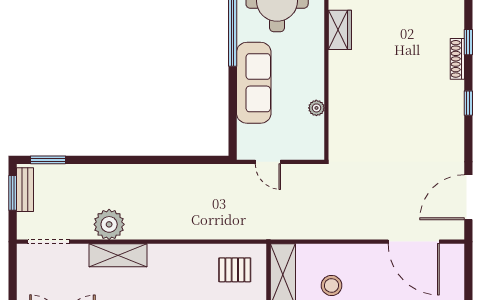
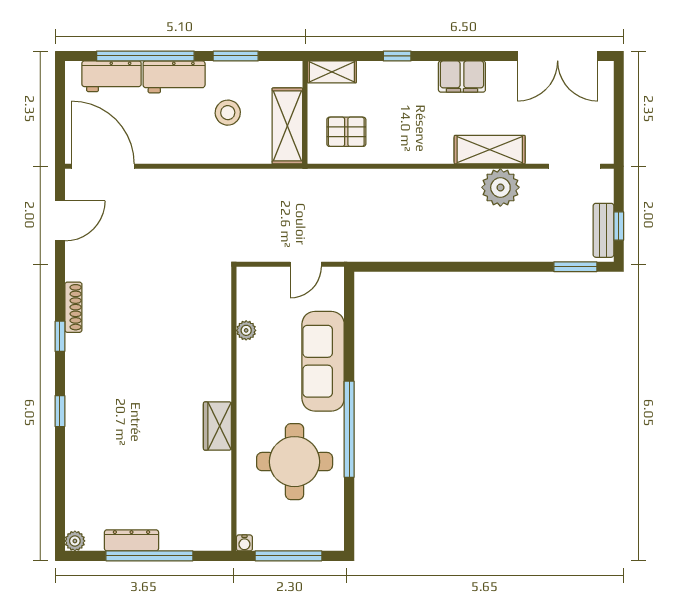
shoe rack: (457, 59) -> (73, 307), moved
door: (268, 162) -> (306, 264), swing flipped
window: (13, 193) -> (619, 226), width x0.67
door: (468, 197) -> (60, 221), width x0.73
door: (414, 242) -> (103, 166), moved

